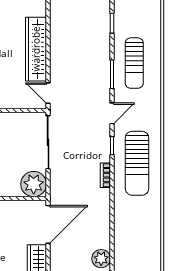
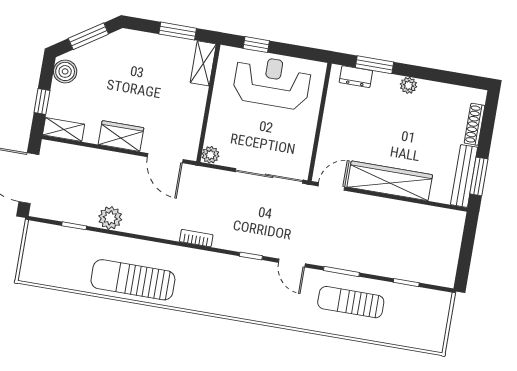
sun lounger: (137, 163) -> (133, 280), moved
bookcase: (105, 175) -> (196, 238), moved
plant: (34, 184) -> (210, 155), width x0.53, depth x0.53
door: (48, 224) -> (165, 158), width x0.73

